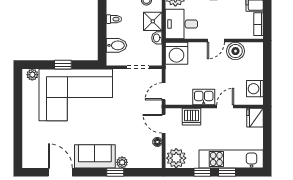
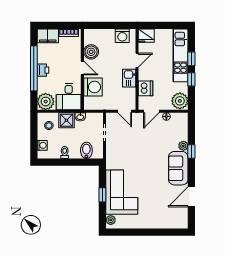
washing machine: (176, 53) -> (93, 87), moved
corner sofa: (76, 95) -> (122, 192), width x0.73, depth x0.74
door: (225, 107) -> (137, 60), swing flipped

